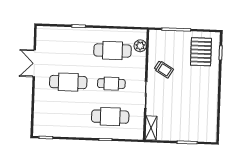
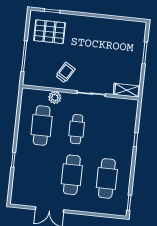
plant: (140, 46) -> (55, 97), moved
cafe table: (110, 117) -> (107, 178), moved

